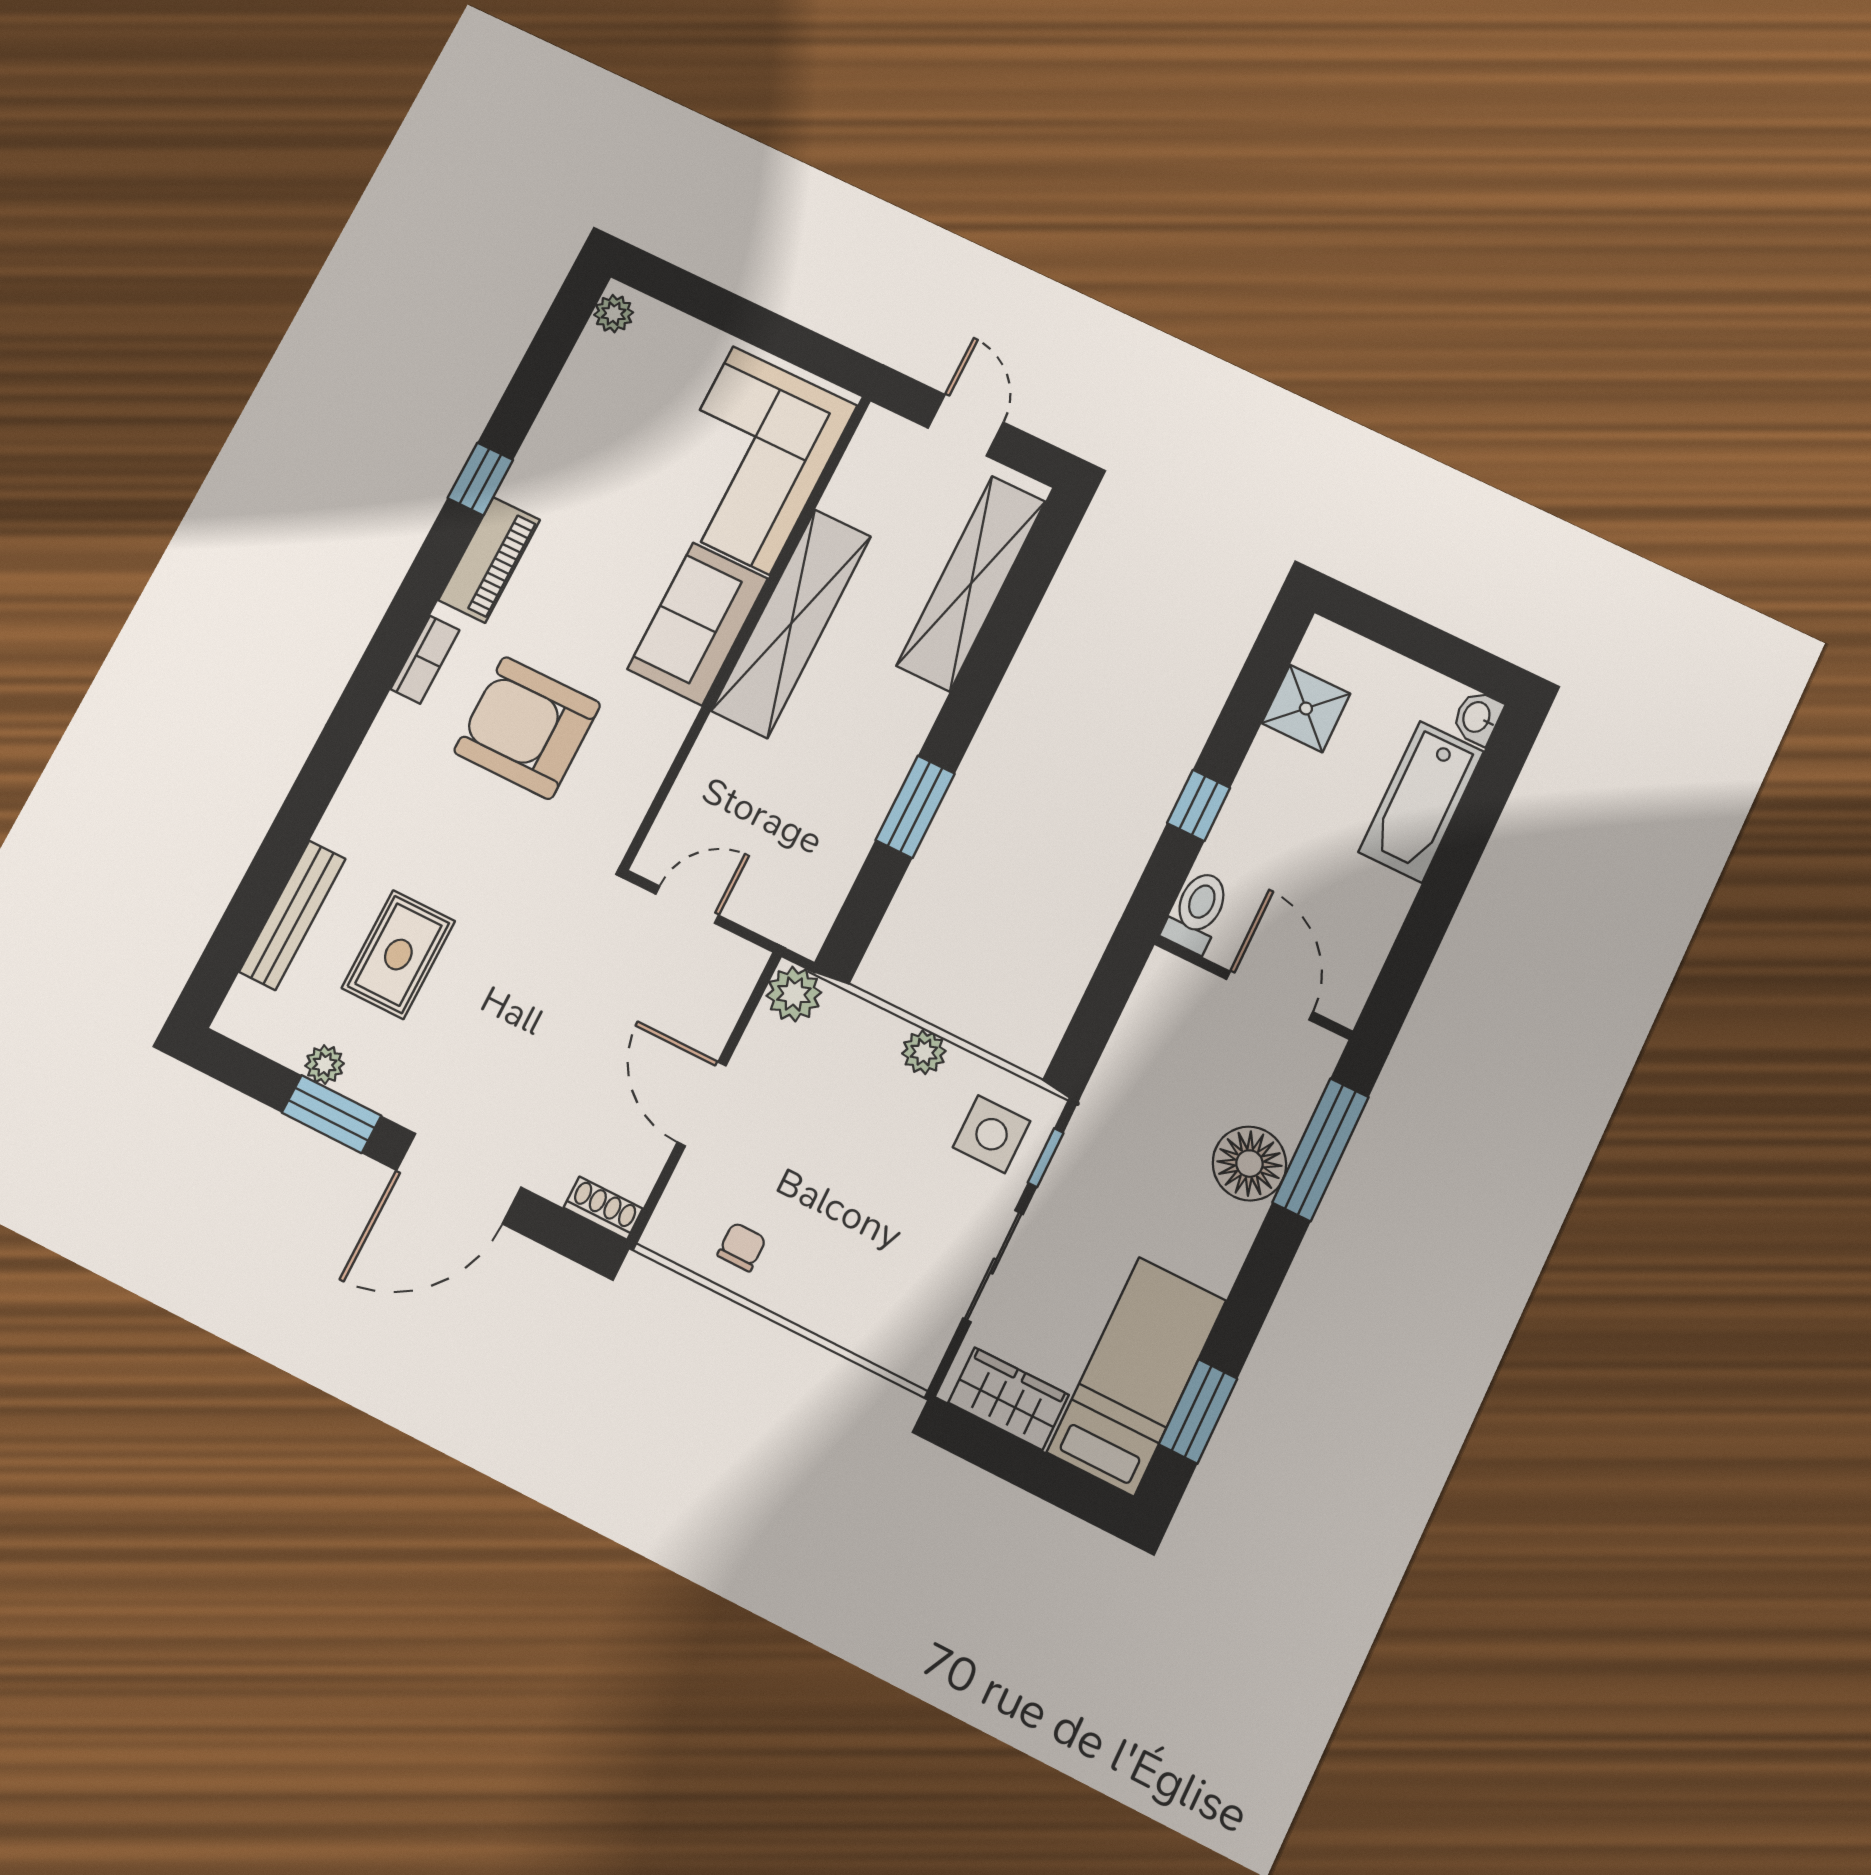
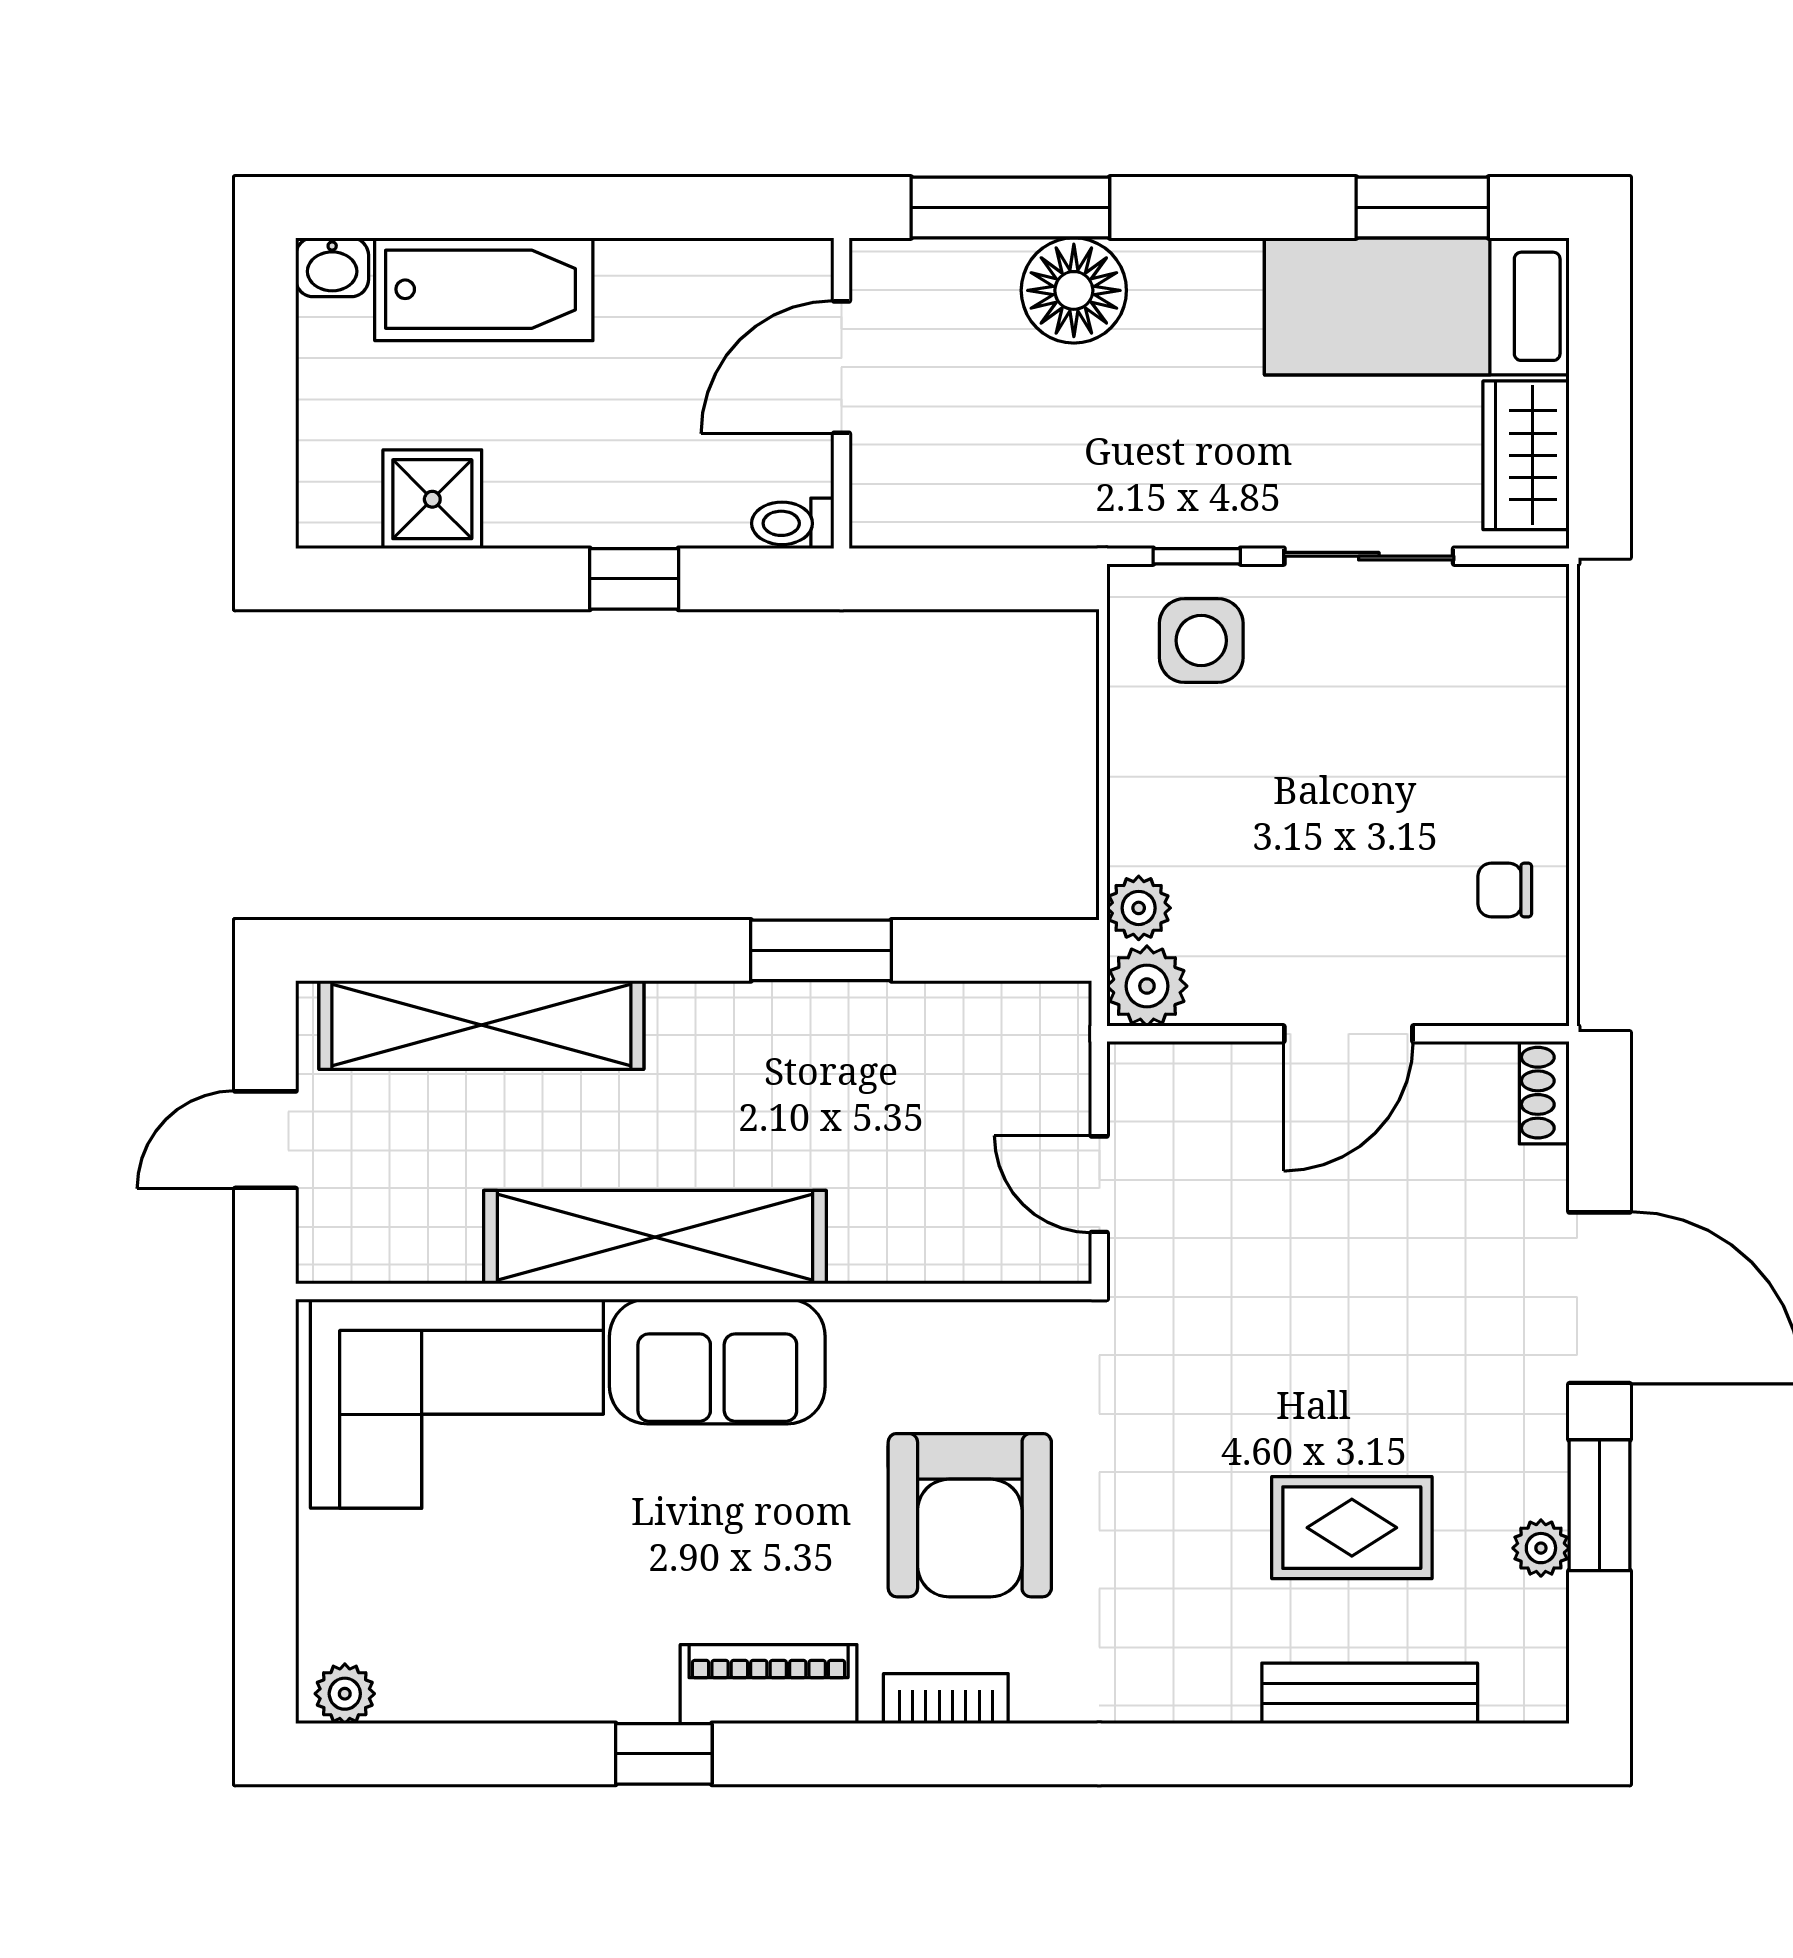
toilet: (1197, 911) -> (793, 523), width x0.73, depth x0.72
plant: (924, 1052) -> (1139, 908), moved

